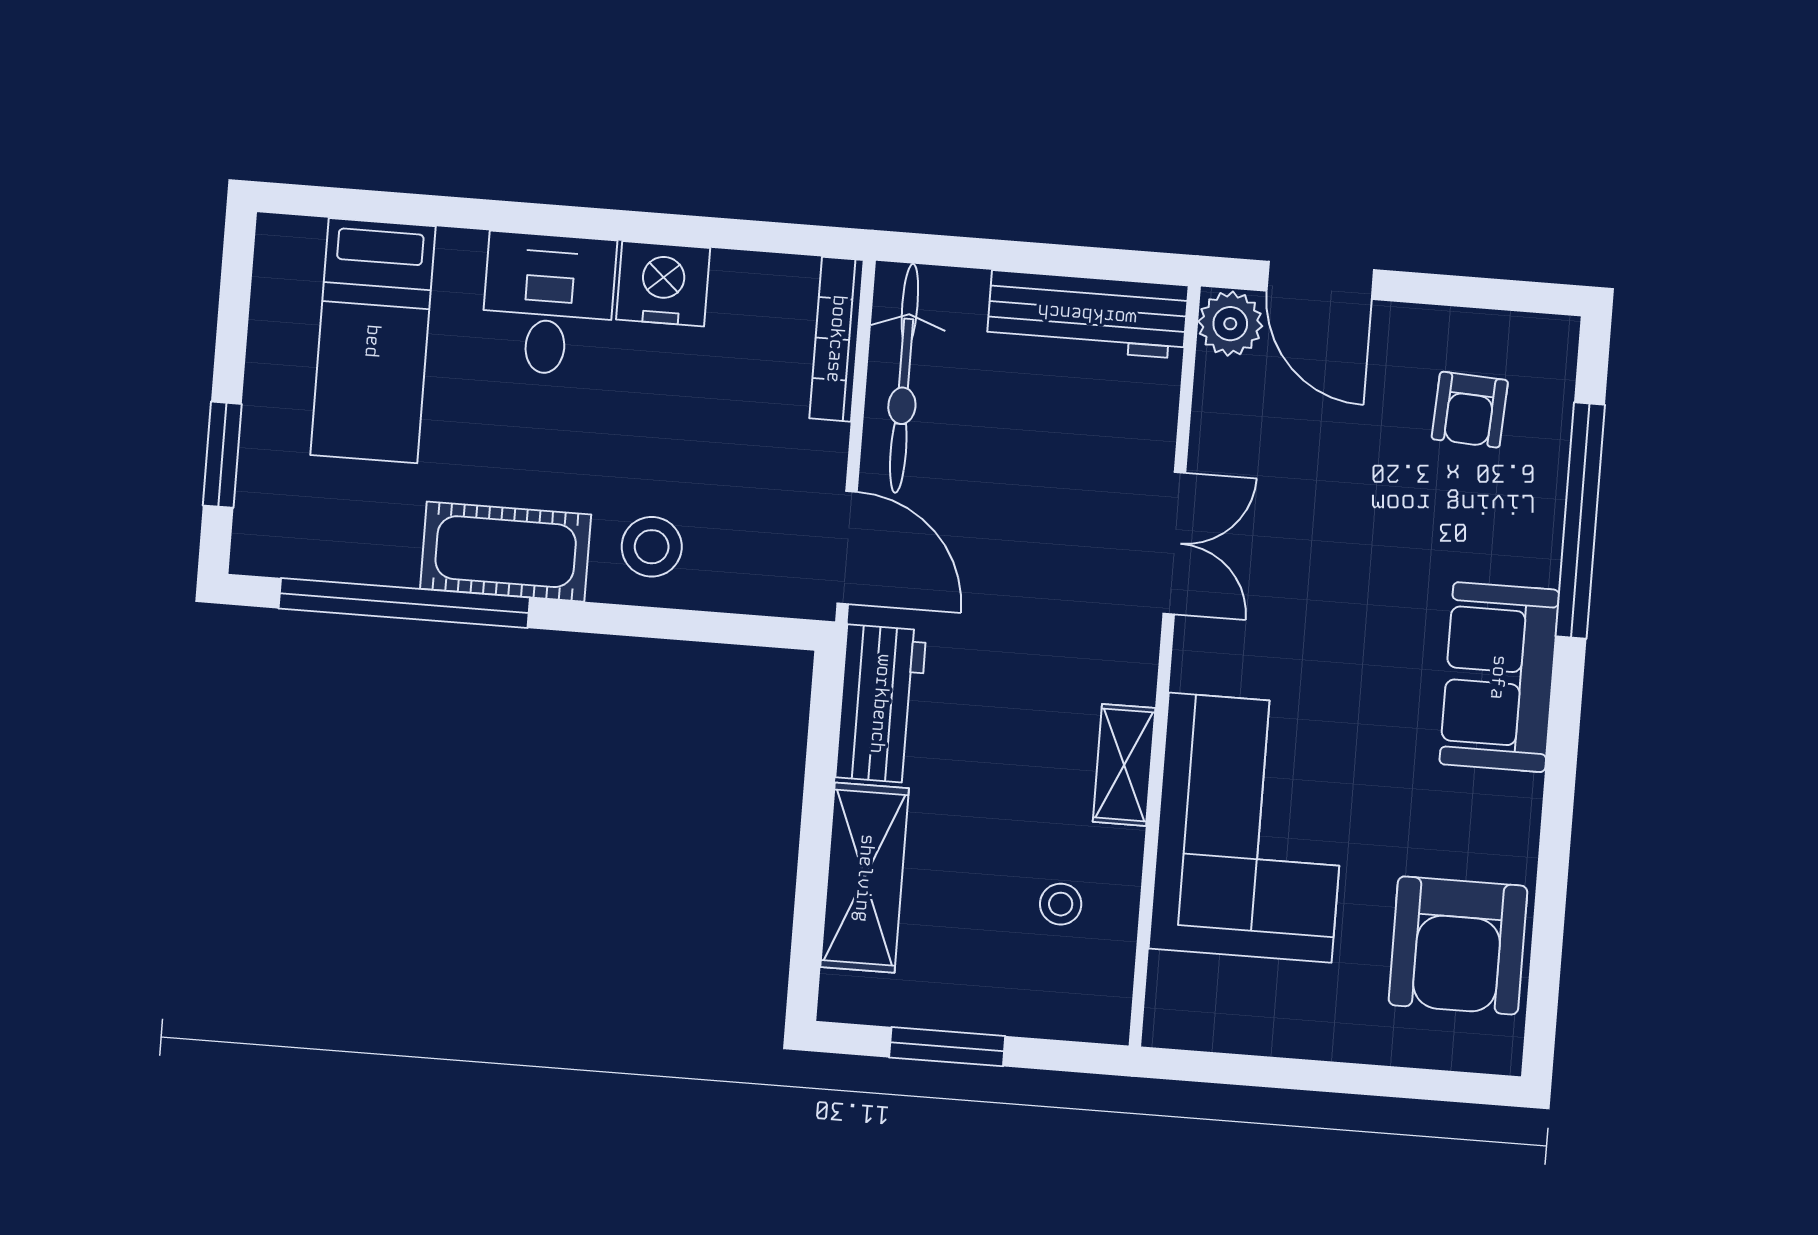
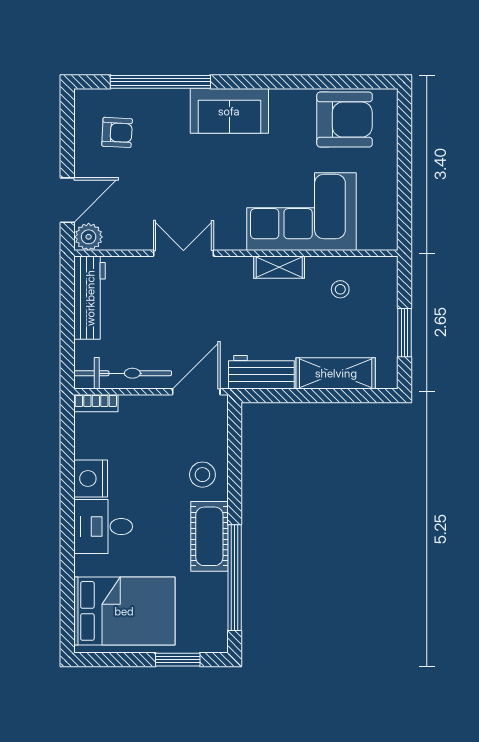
bookcase: (837, 339) -> (96, 403), width x0.64
bed: (373, 341) -> (124, 611), width x1.50

